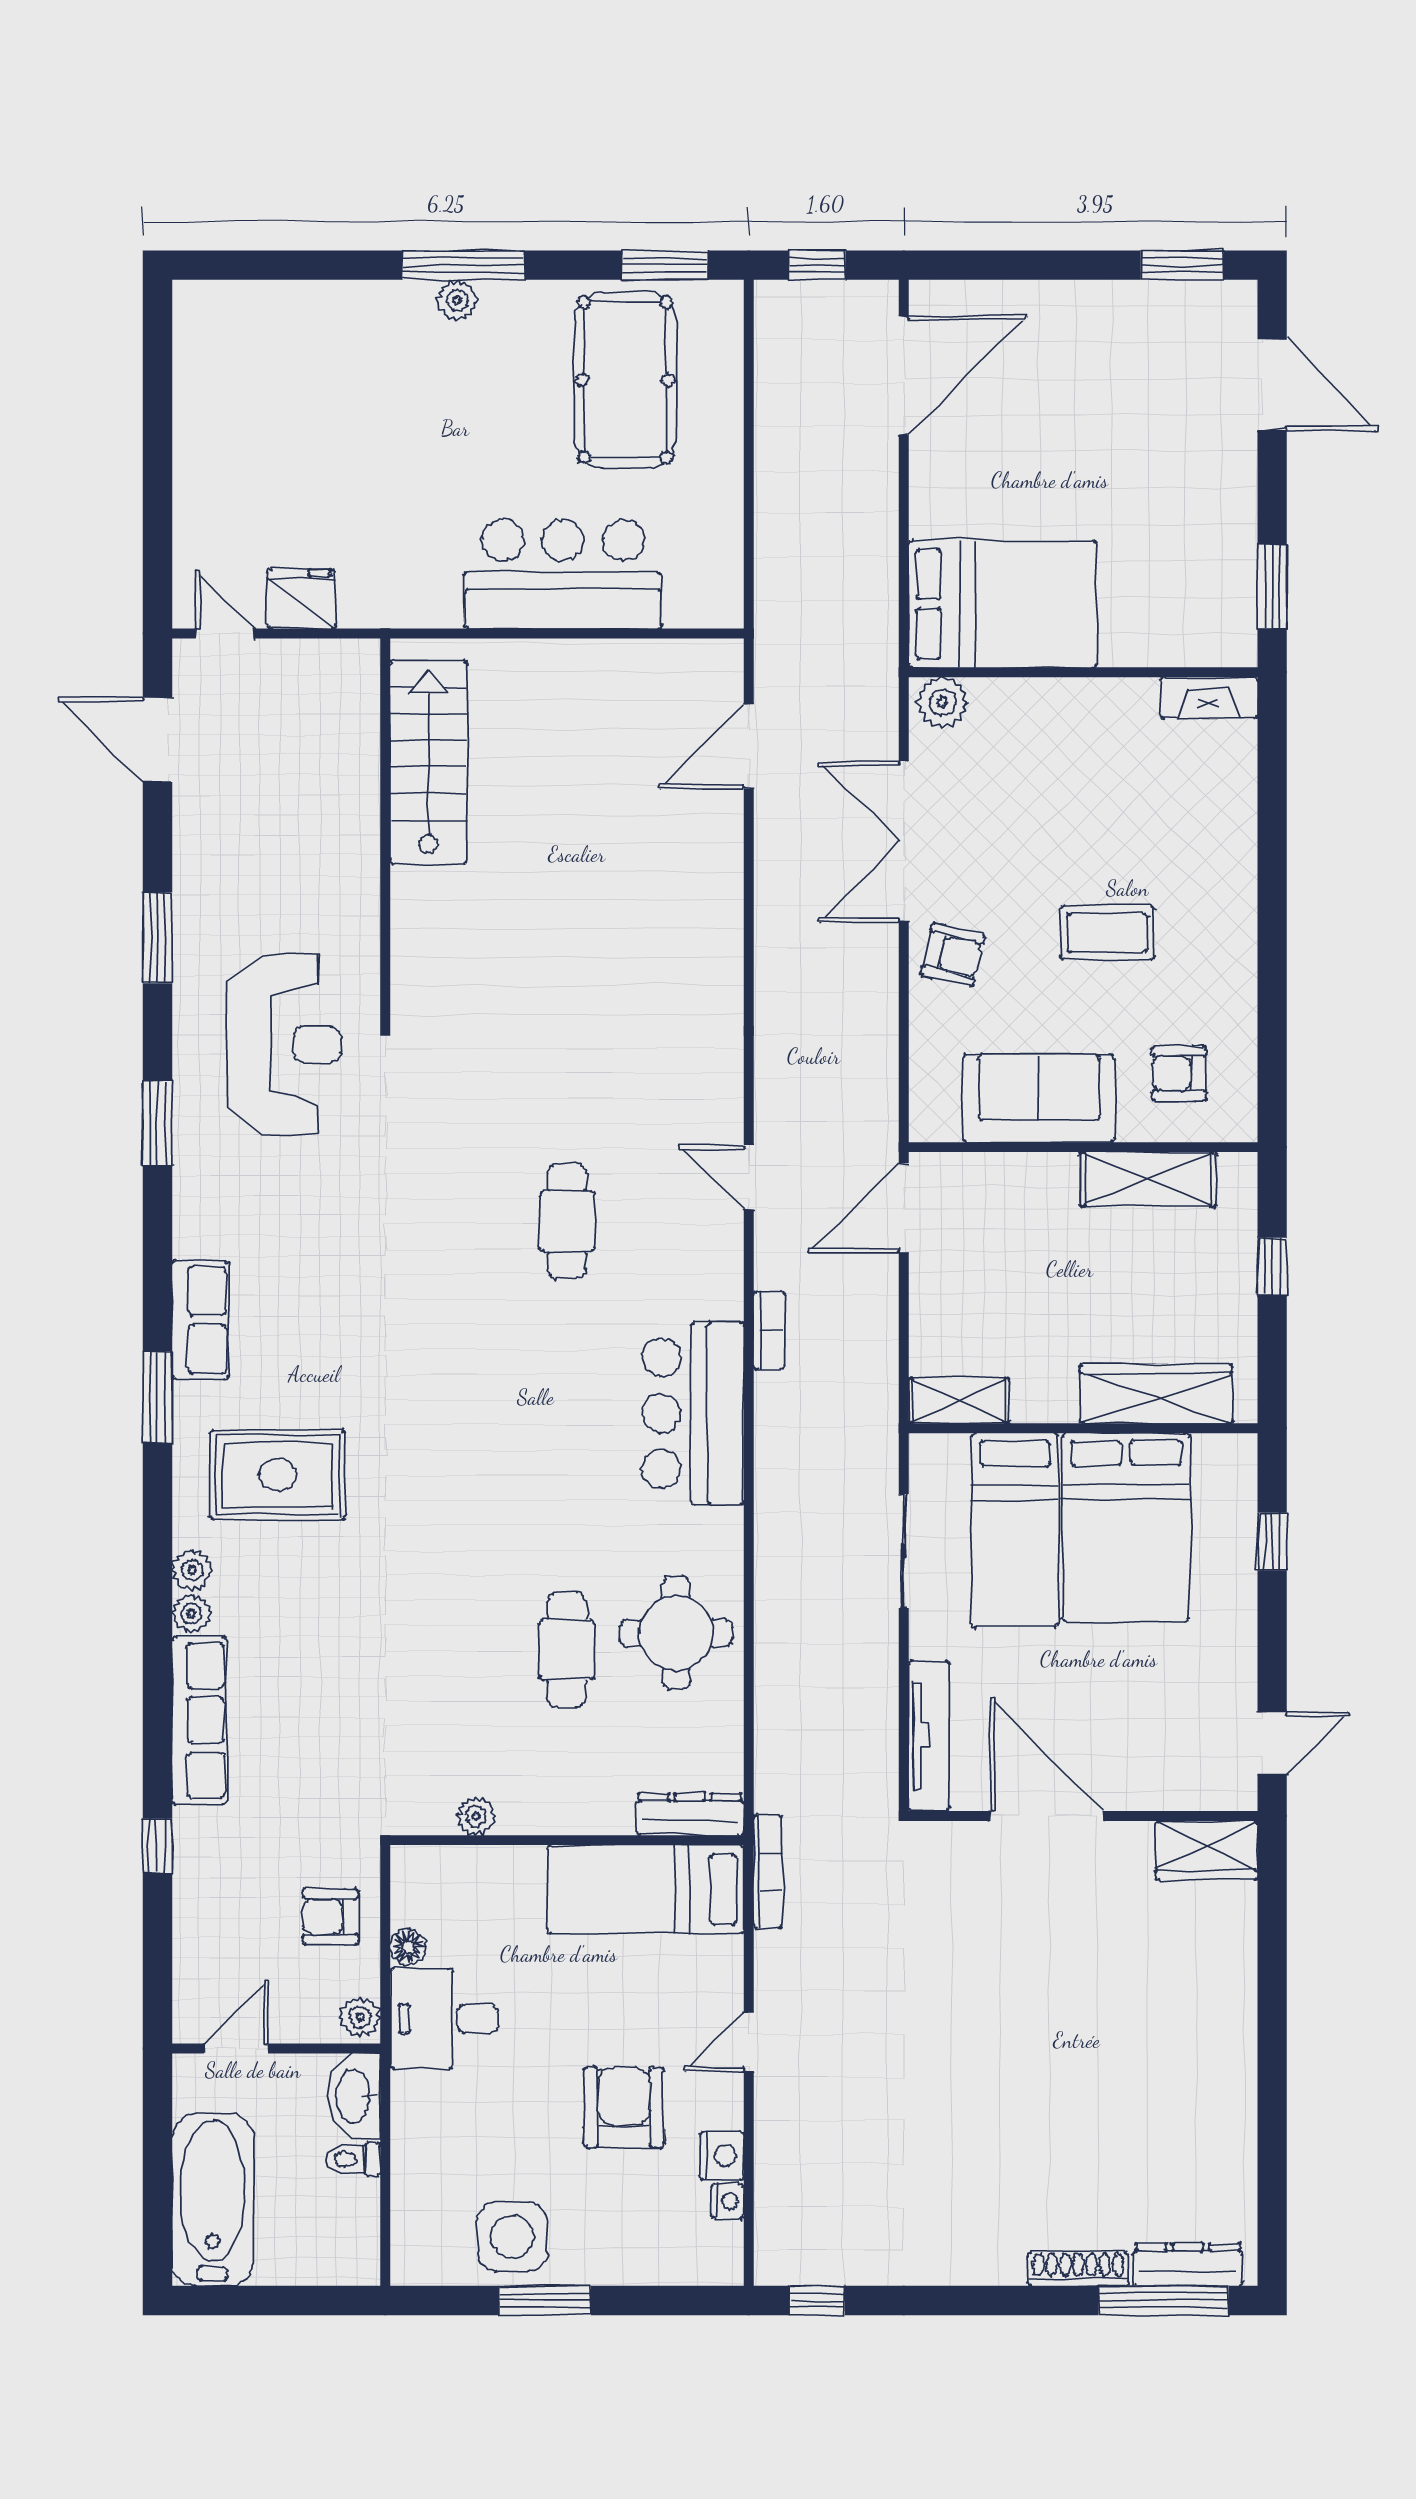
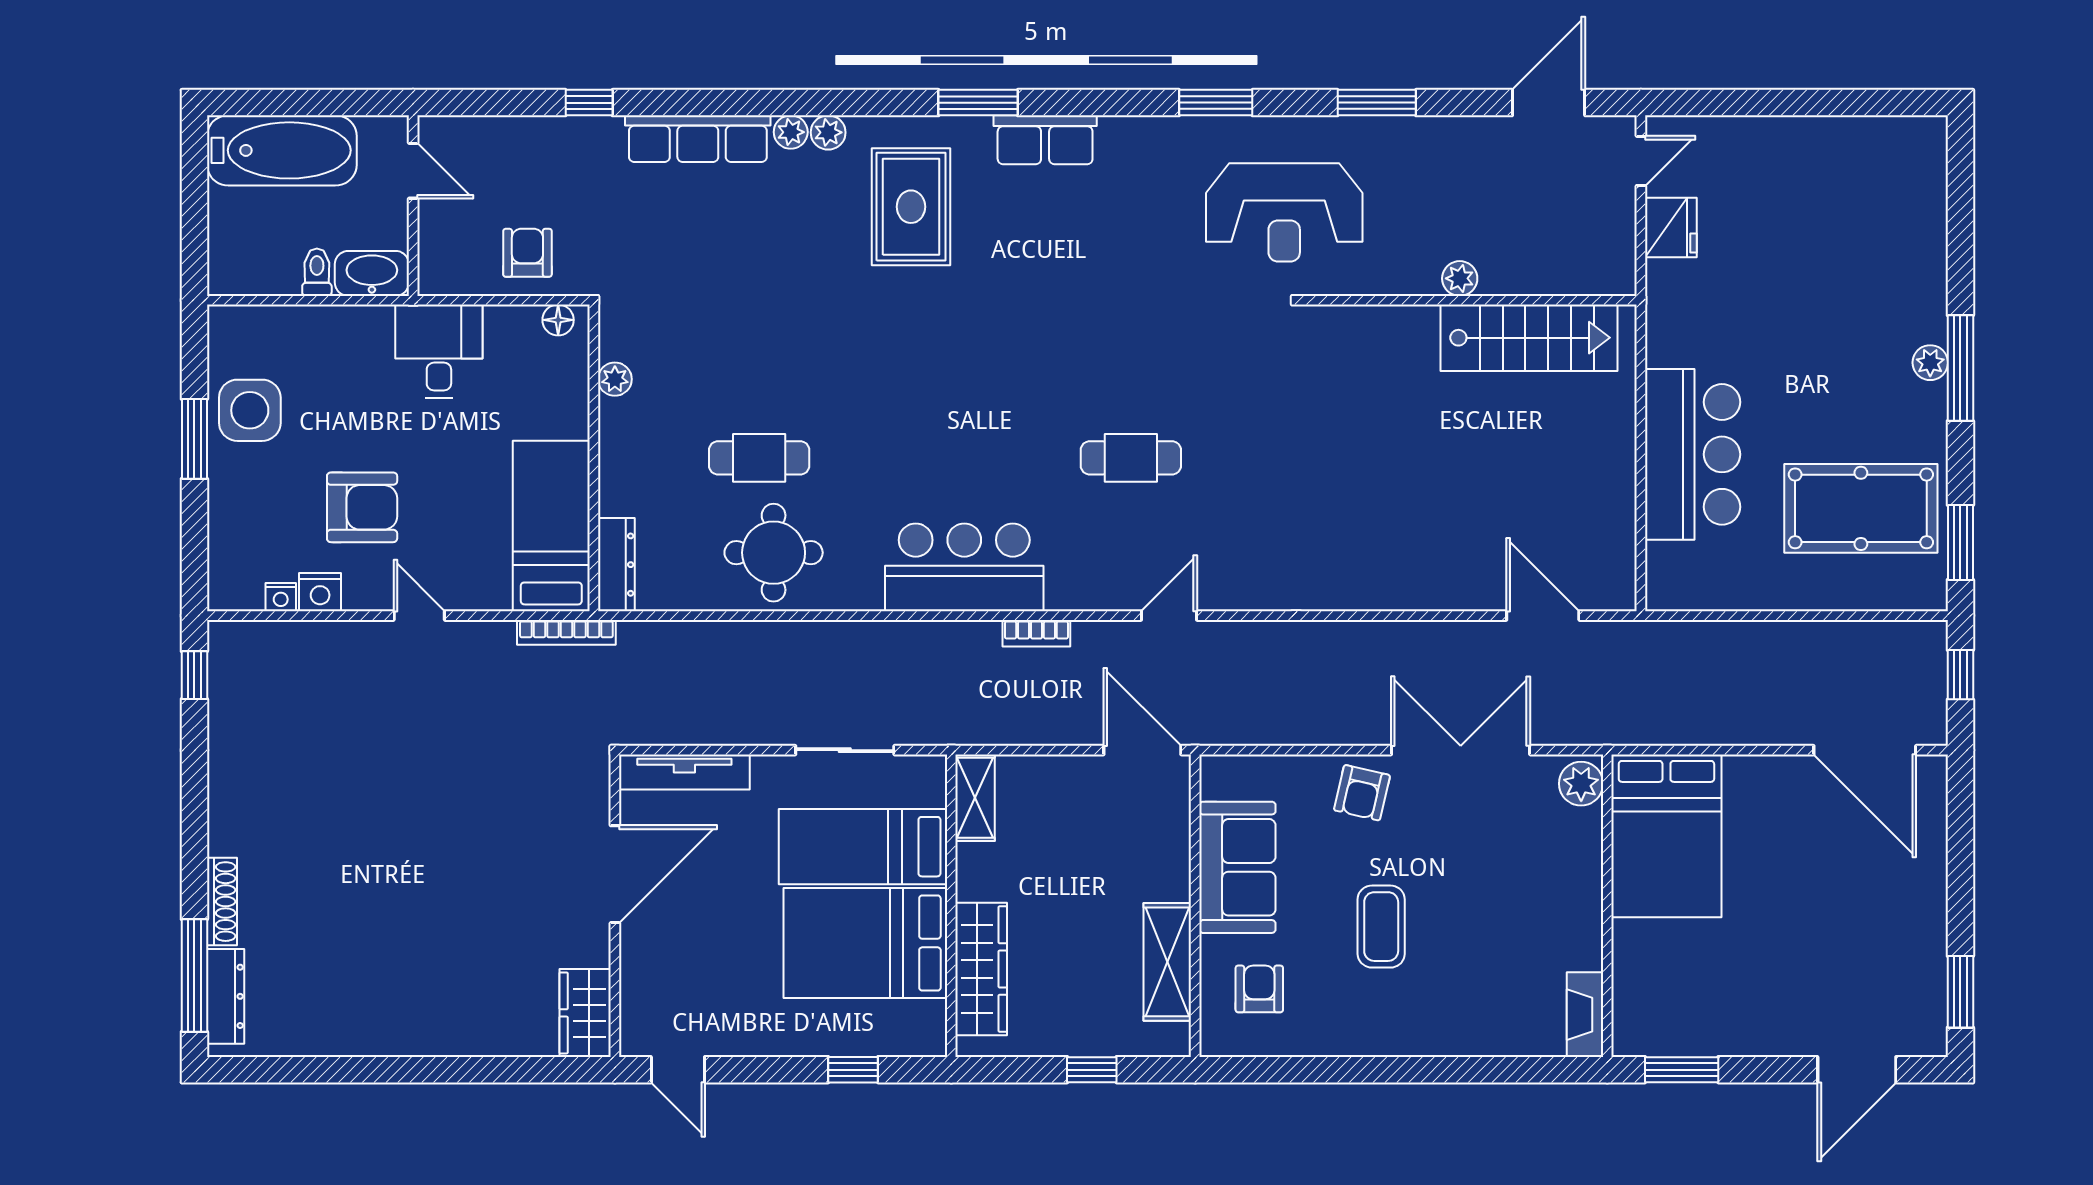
floor lamp: (408, 1947) -> (558, 320), moved
plant: (360, 2017) -> (1460, 278), moved

